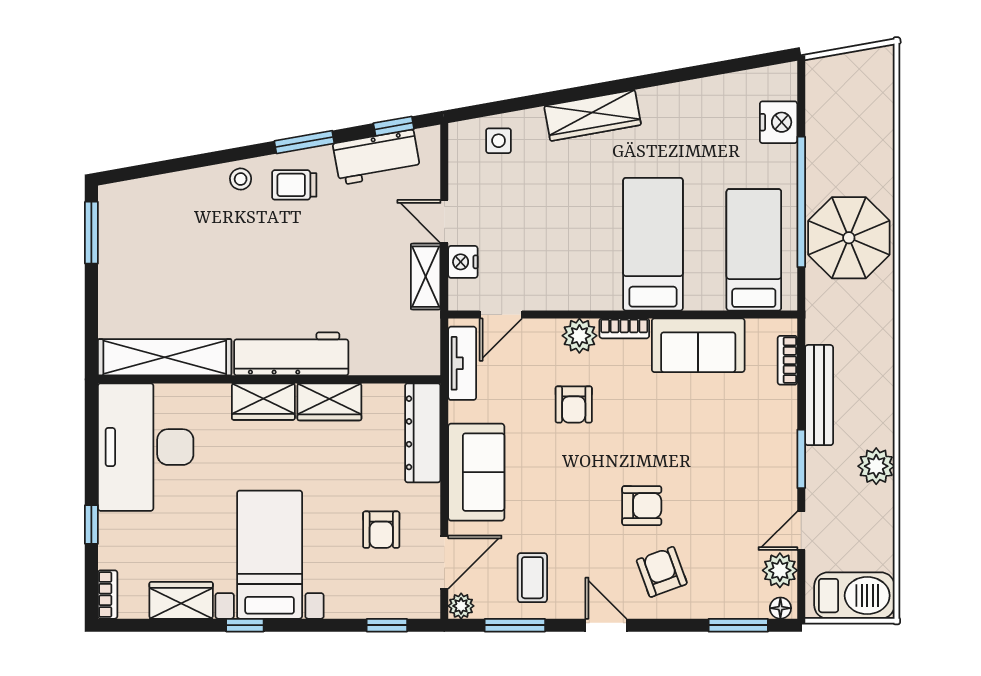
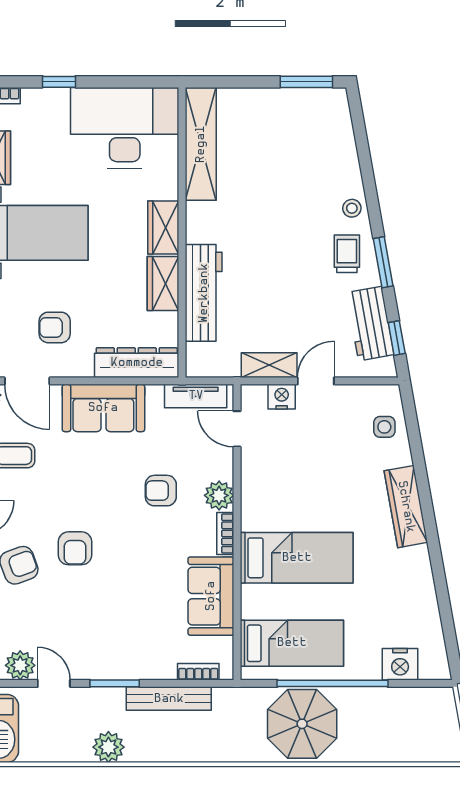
workbench: (291, 354) -> (204, 293), moved

